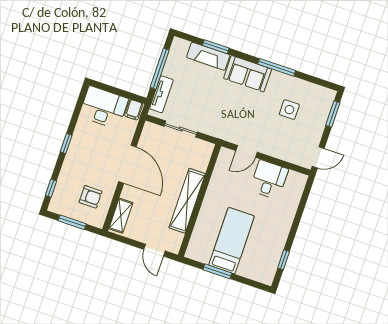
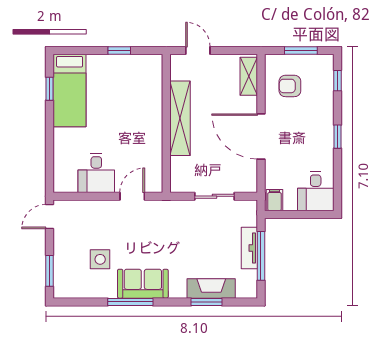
sofa: (248, 74) -> (143, 284), moved
tv unit: (161, 94) -> (249, 248), moved
desk: (104, 107) -> (316, 191), width x0.73
bed: (232, 241) -> (70, 90), moved
window: (217, 271) -> (119, 50), width x0.67

